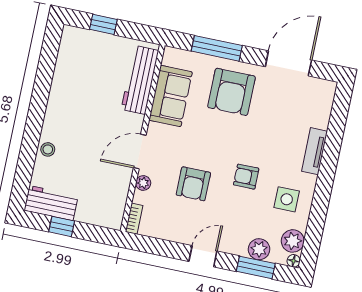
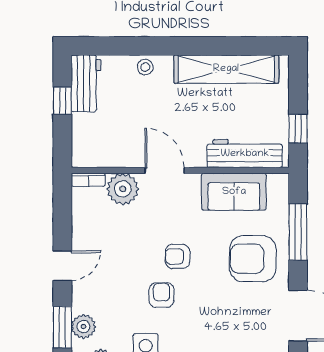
window: (103, 24) -> (298, 129), moved
shelving: (64, 80) -> (226, 69), added
plant: (143, 183) -> (123, 189), width x1.88, depth x1.88
armchair: (193, 184) -> (178, 256), moved, width x0.72, depth x0.72
door: (203, 256) -> (62, 266), hinge flipped

